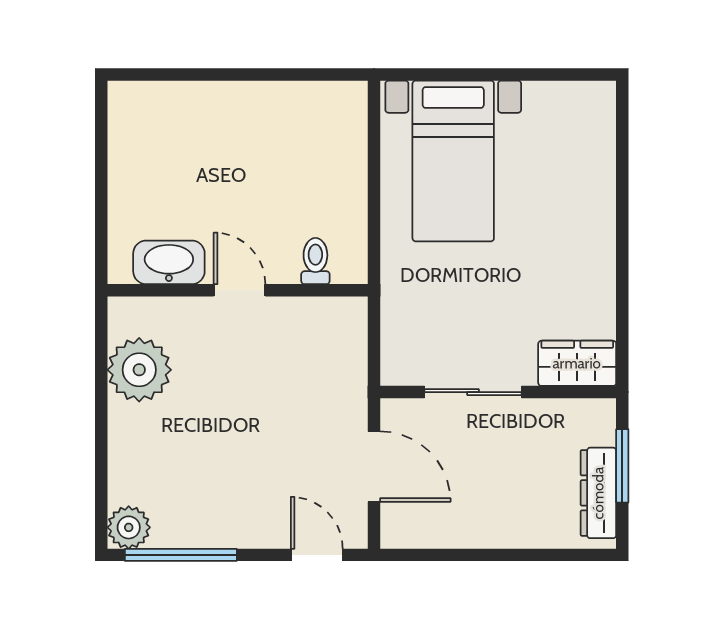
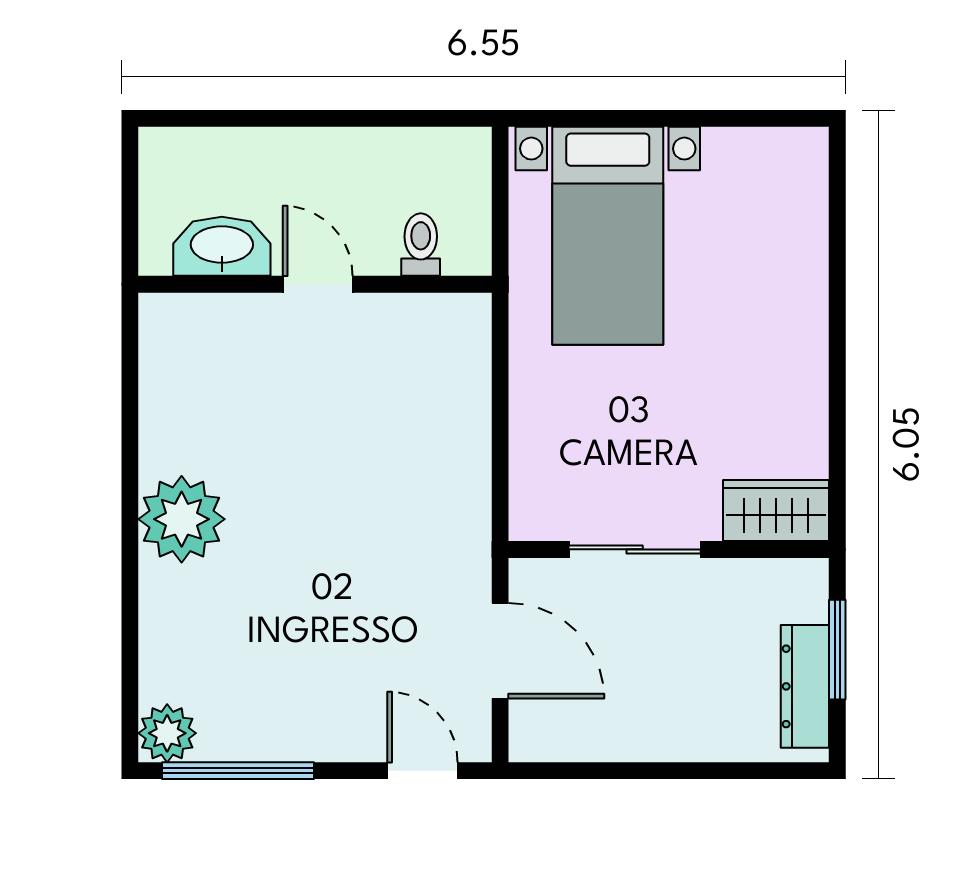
toilet: (315, 261) -> (421, 245), moved
washbasin: (169, 262) -> (222, 246), moved
wall: (238, 290) -> (315, 284), moved
door: (240, 290) -> (318, 284), moved

